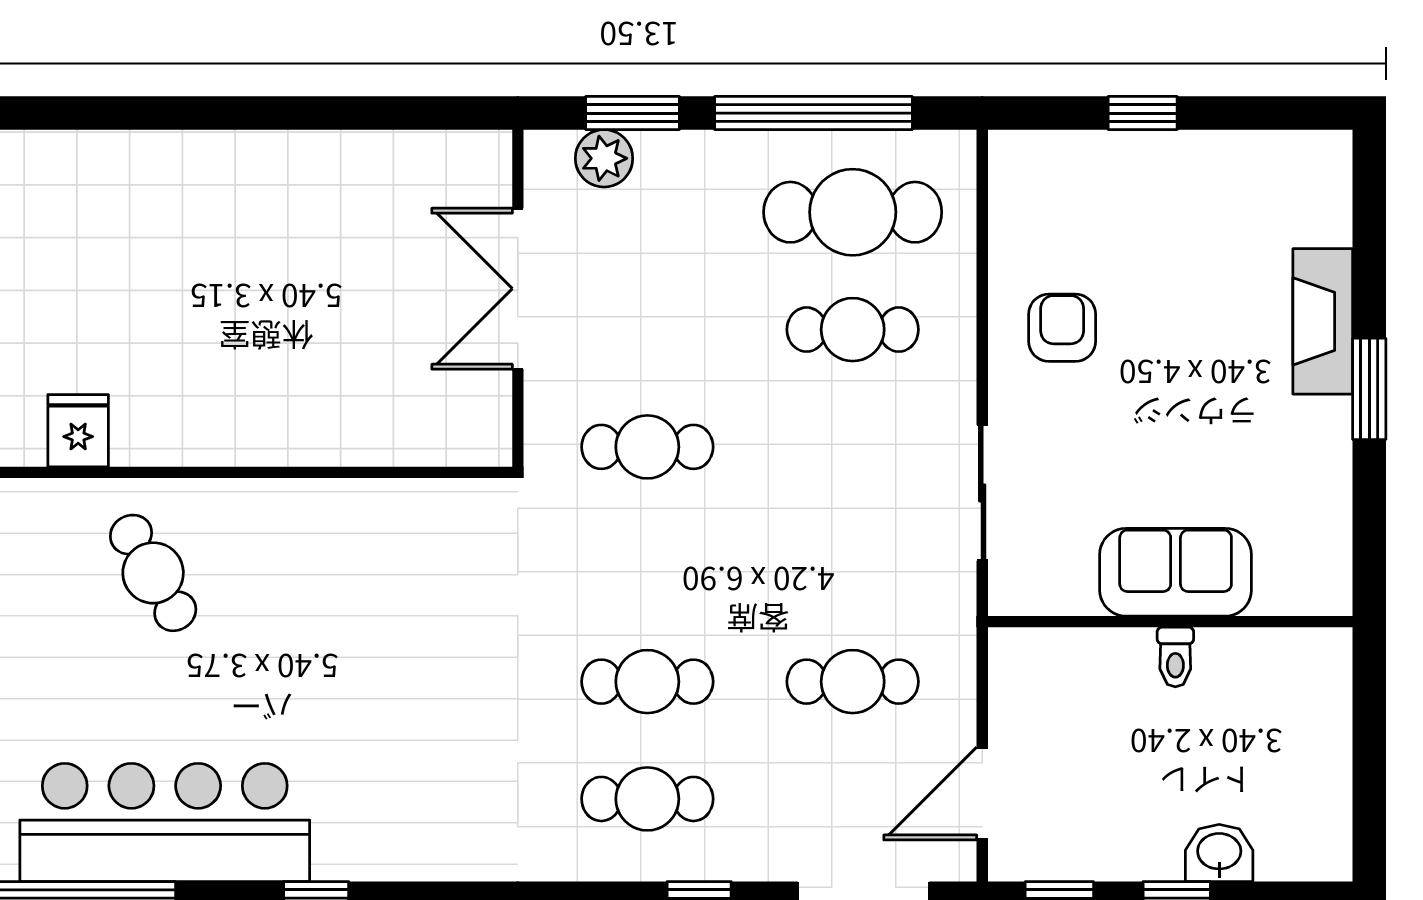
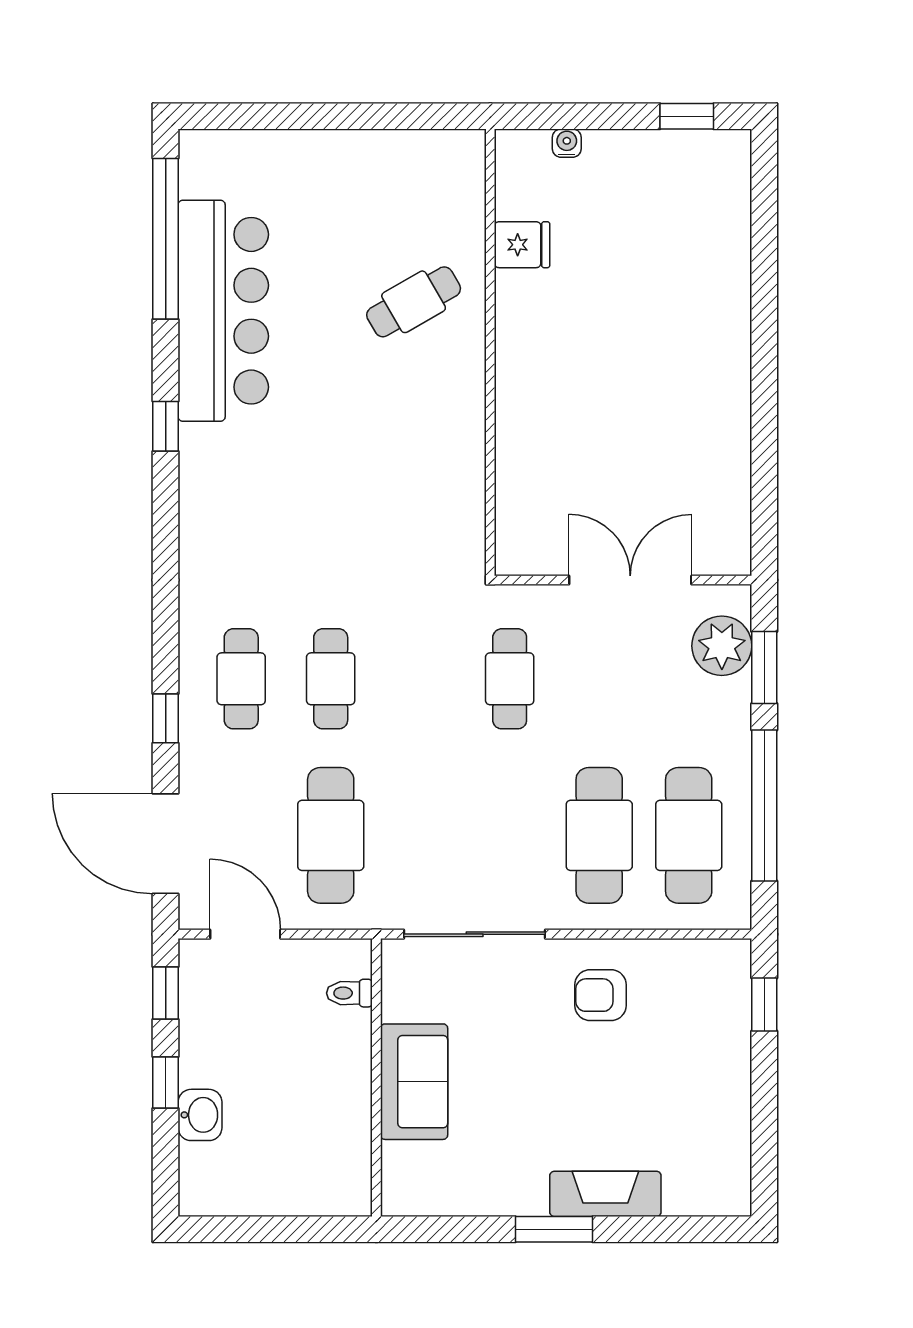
window: (1143, 113) -> (764, 1005), moved
plant: (604, 158) -> (722, 646), width x1.36, depth x1.36
armchair: (1062, 328) -> (601, 995), turned 180
cafe table: (853, 330) -> (599, 835), width x1.37, depth x1.35
sliding door: (982, 493) -> (475, 934), width x1.37
toilet: (1175, 657) -> (349, 993), moved
cafe table: (853, 682) -> (331, 835), width x1.37, depth x1.35

